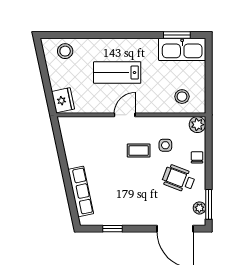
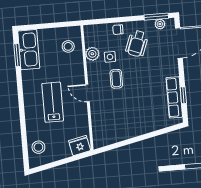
lab bench: (117, 73) -> (53, 102), turned 180
plant: (197, 125) -> (92, 54), moved
row of seats: (81, 191) -> (174, 97), moved, turned -78

